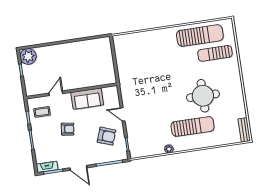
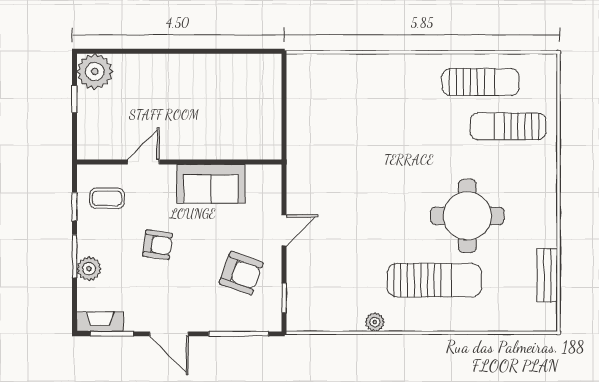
sun lounger: (200, 36) -> (481, 82), width x0.73, depth x0.75
door: (123, 114) -> (284, 231), swing flipped
bench: (244, 130) -> (547, 275), moved
plant: (39, 144) -> (89, 269), added

